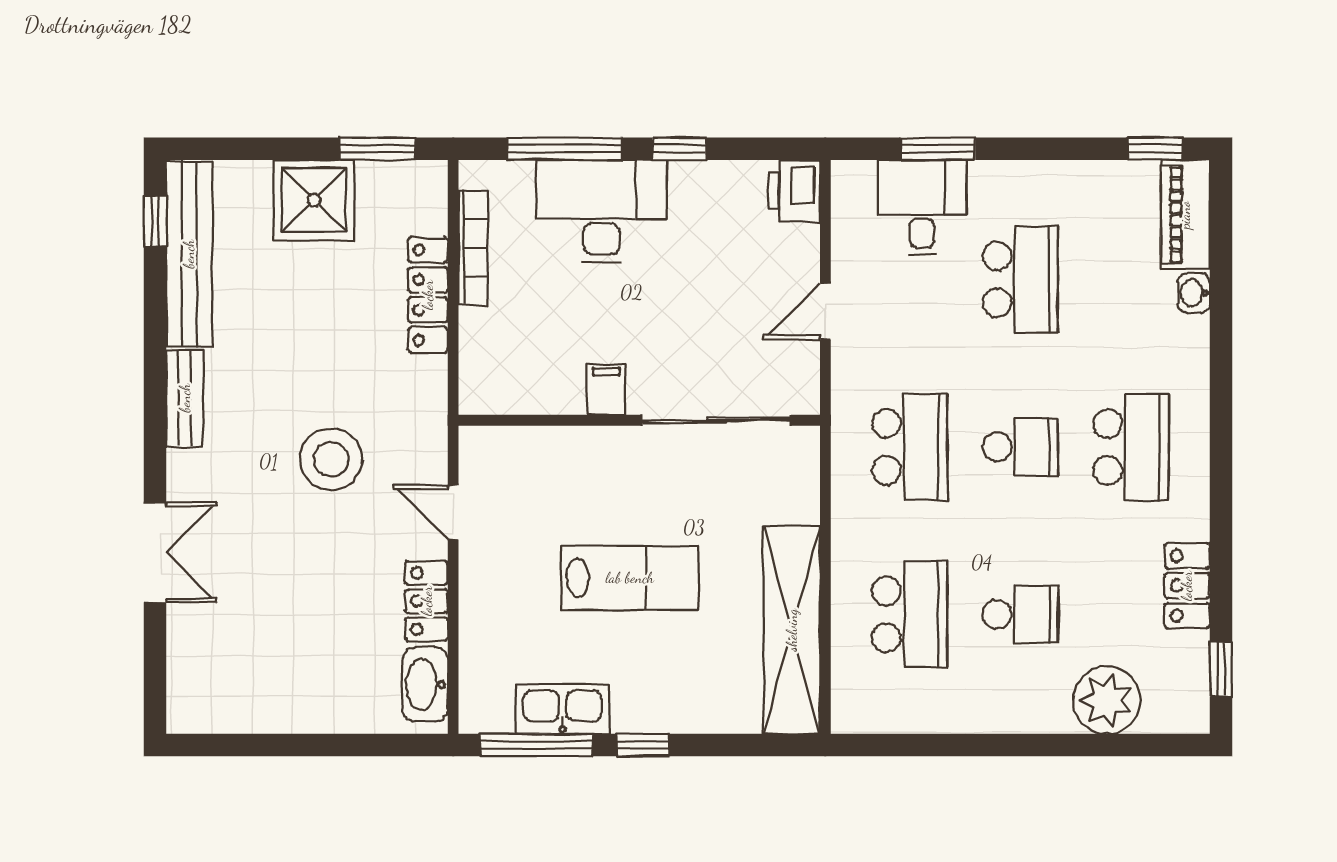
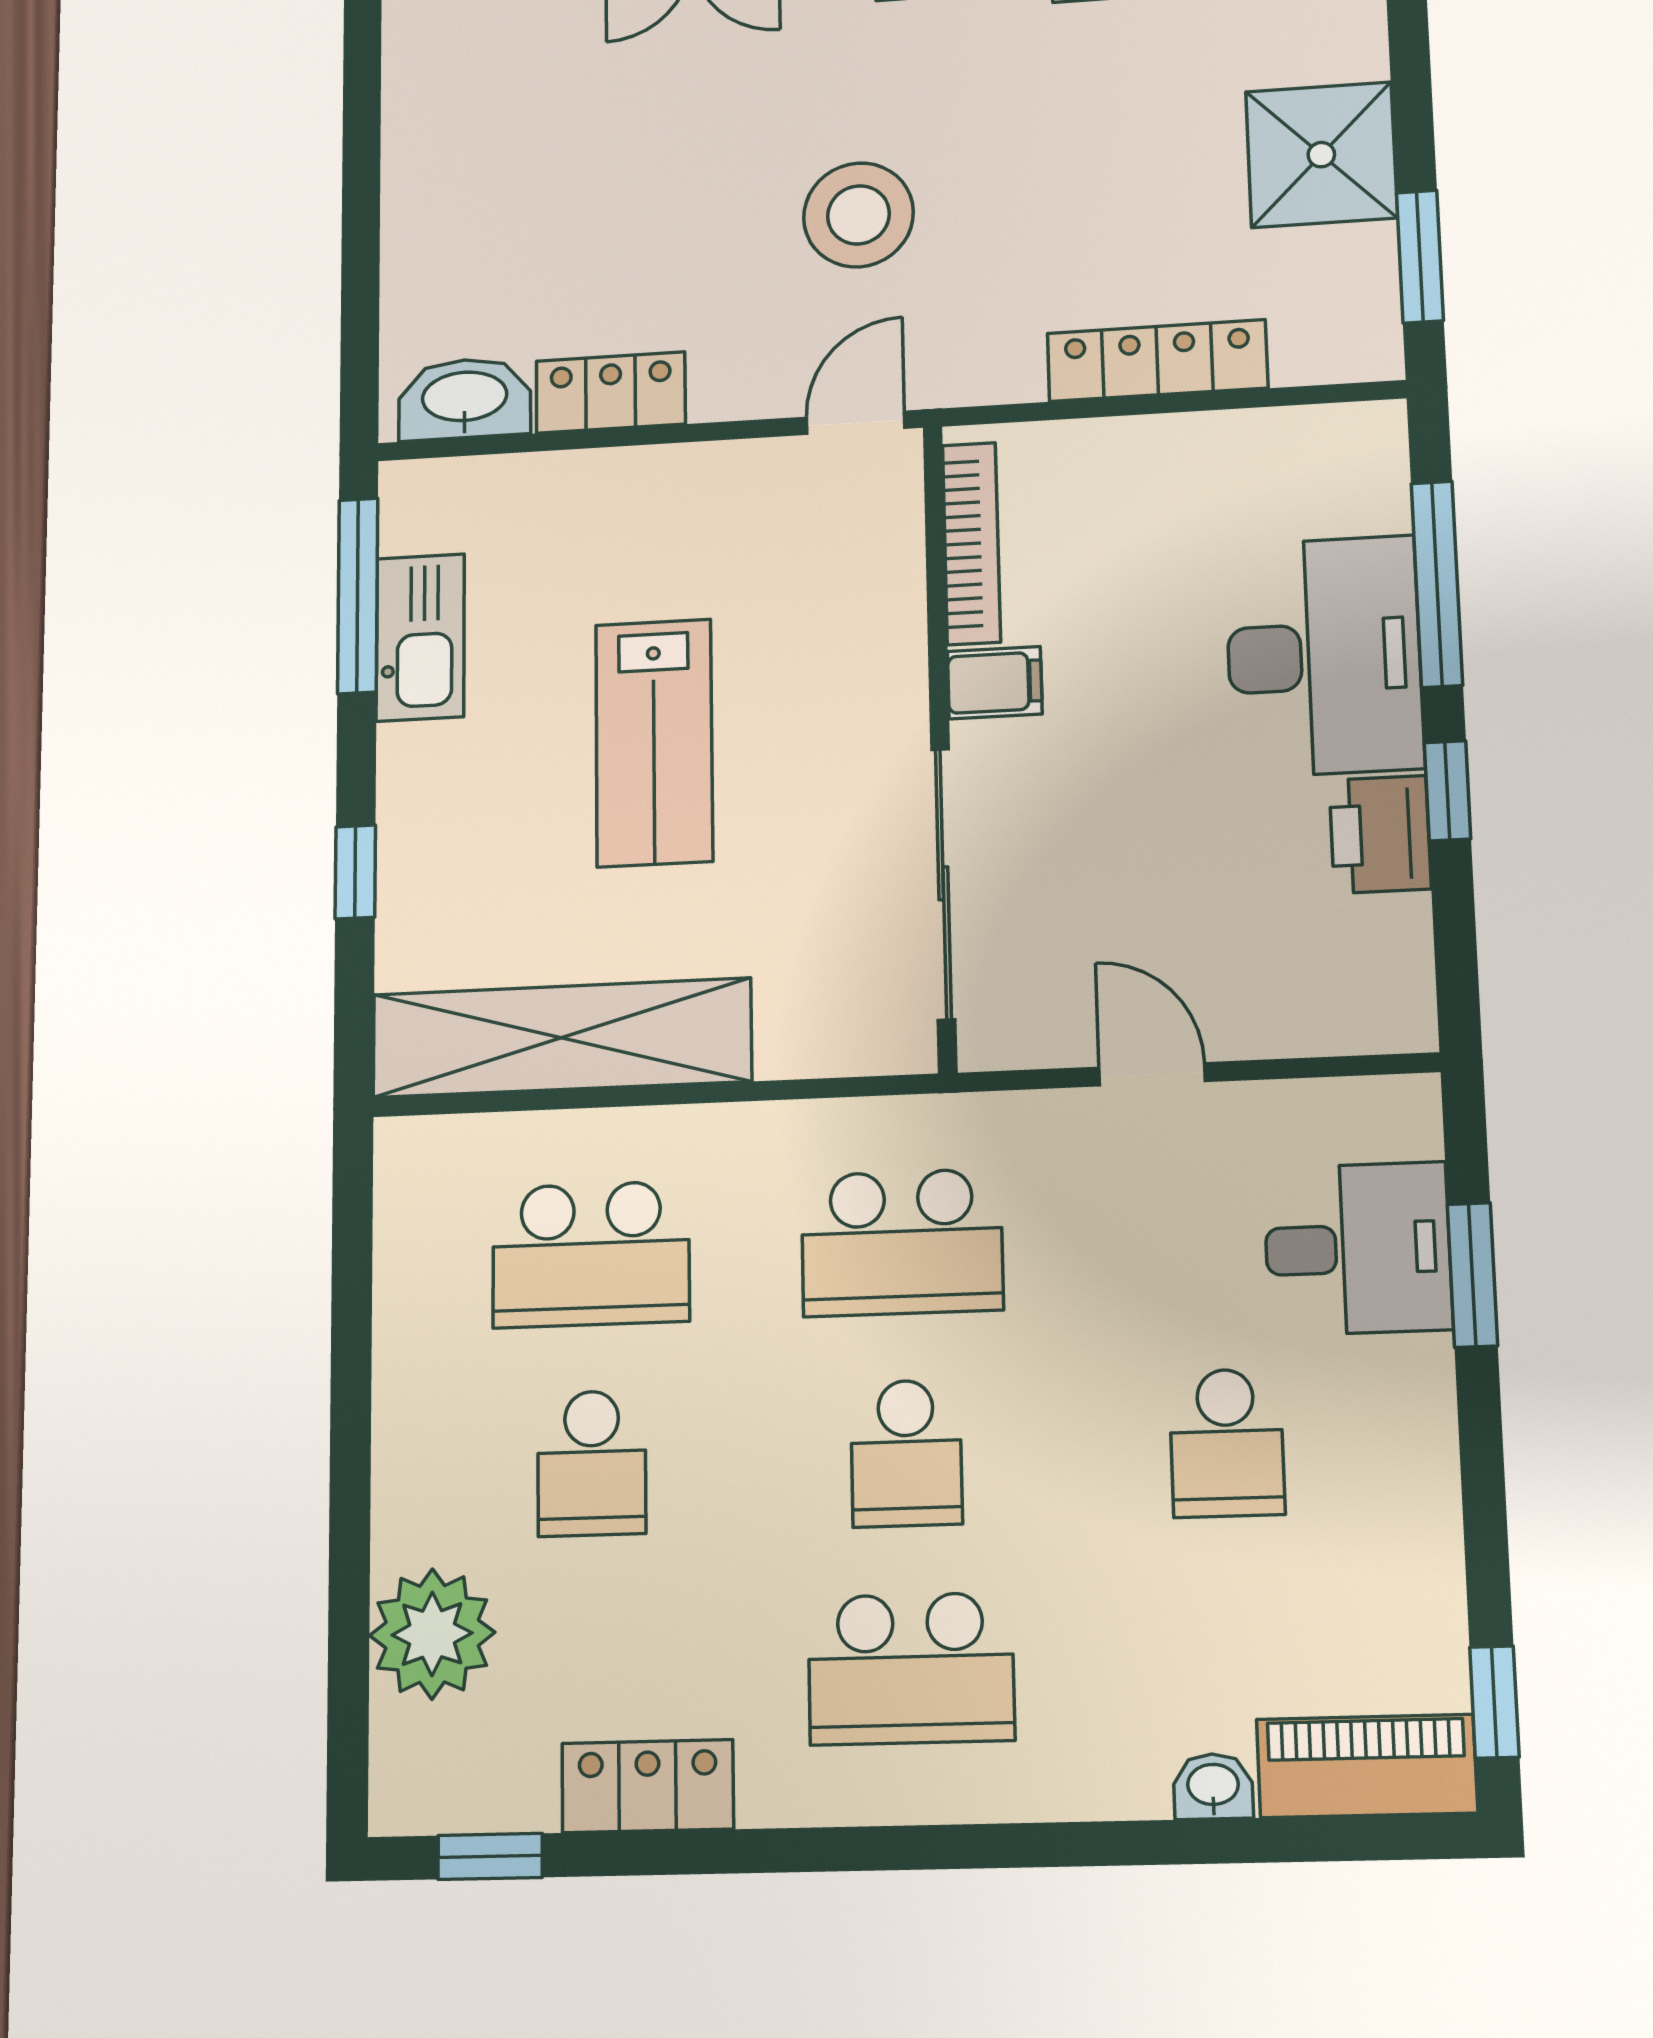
printer: (794, 191) -> (1380, 834), moved, turned -90
bookcase: (473, 248) -> (971, 543), moved, turned -90
school desk: (1020, 279) -> (1227, 1443), width x0.54
door: (453, 512) -> (856, 423), moved
window: (643, 745) -> (355, 872), moved

